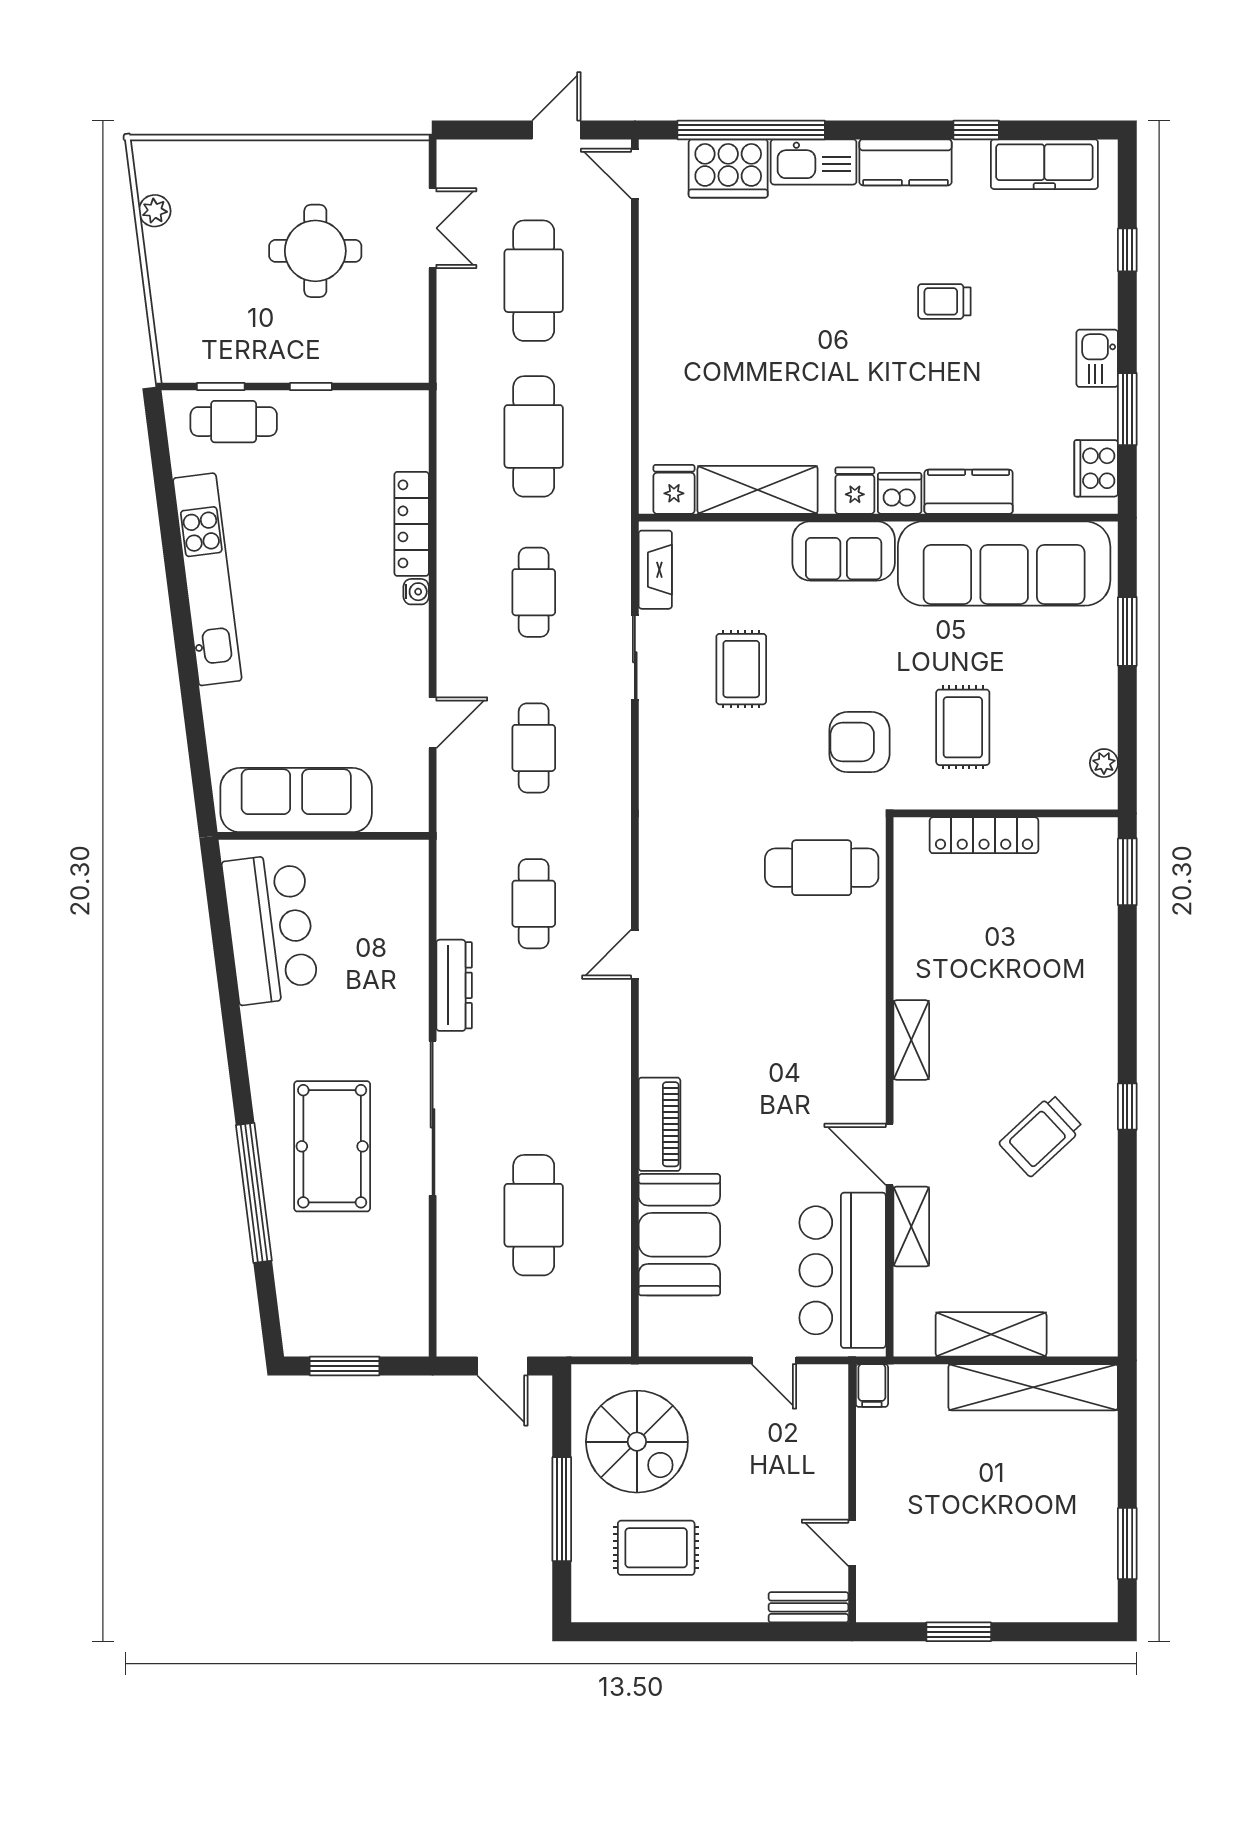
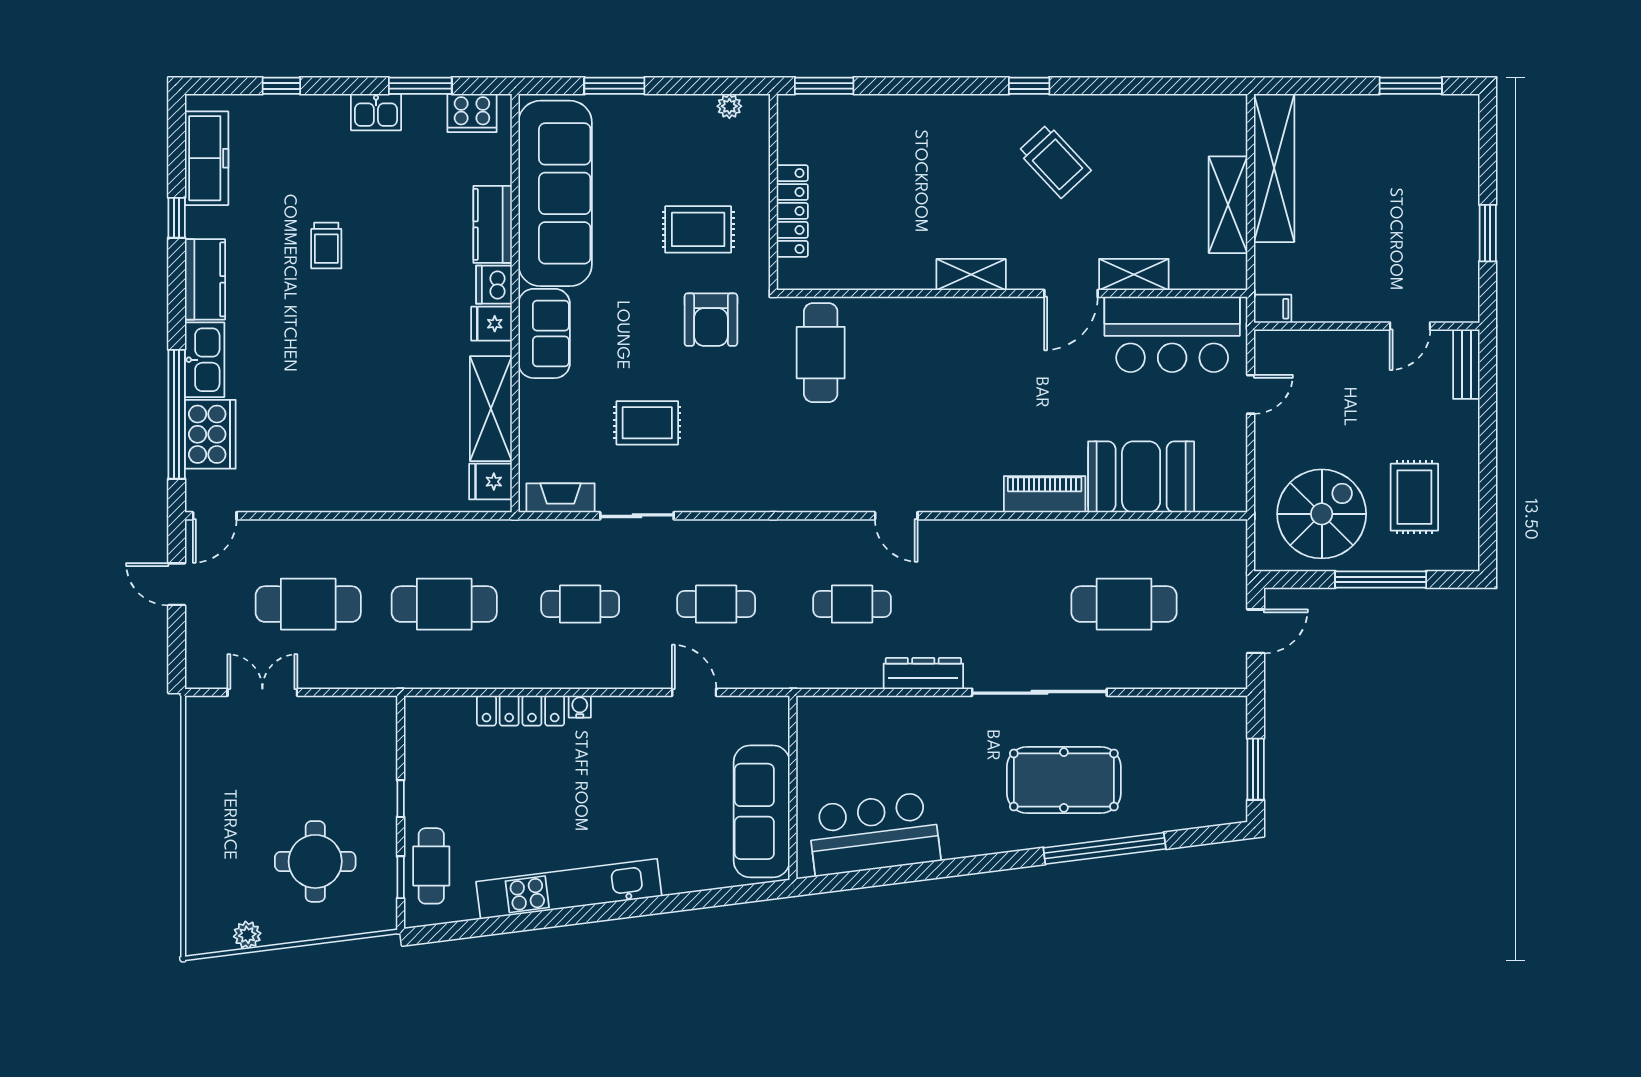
round table: (315, 251) -> (315, 861), moved

